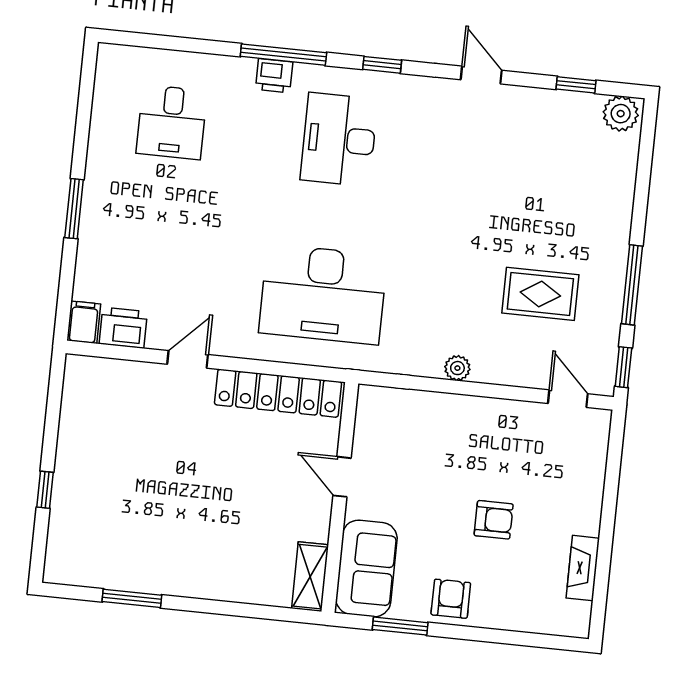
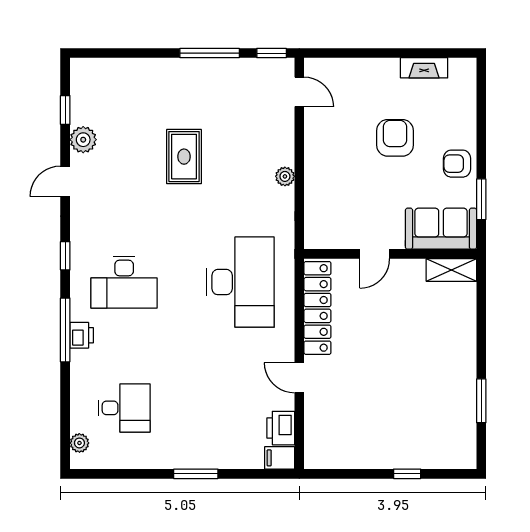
plant: (131, 58) -> (79, 443), added
plant: (621, 114) -> (83, 140), moved
rug: (540, 294) -> (184, 157), moved
door: (568, 399) -> (299, 92), swing flipped
armchair: (494, 520) -> (395, 138), width x1.38, depth x1.38

